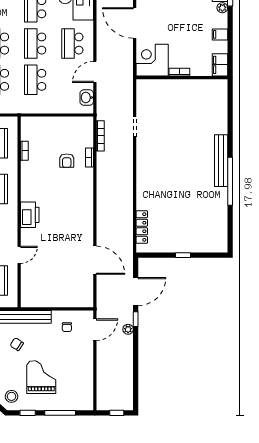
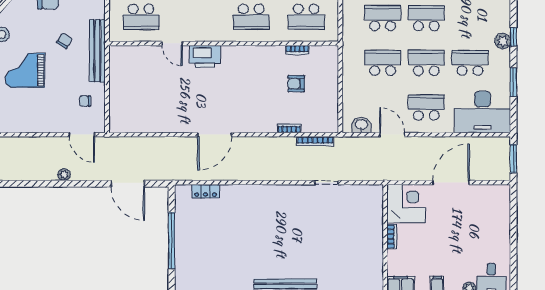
armchair: (67, 161) -> (296, 84), moved
printer: (30, 215) -> (205, 56), moved
locker: (142, 227) -> (205, 191), width x0.66
window: (183, 255) -> (172, 241), width x3.17
door: (95, 260) -> (215, 135), moved
window: (136, 319) -> (95, 184), removed
plant: (128, 329) -> (64, 175), moved
grand piano: (41, 377) -> (25, 70), turned 180

